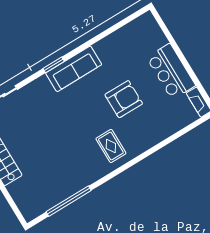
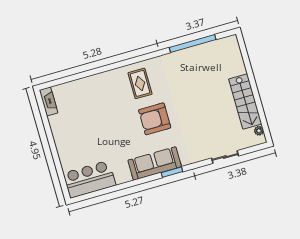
bar counter: (171, 71) -> (89, 179), moved, turned -90
armchair: (124, 99) -> (155, 119), moved

